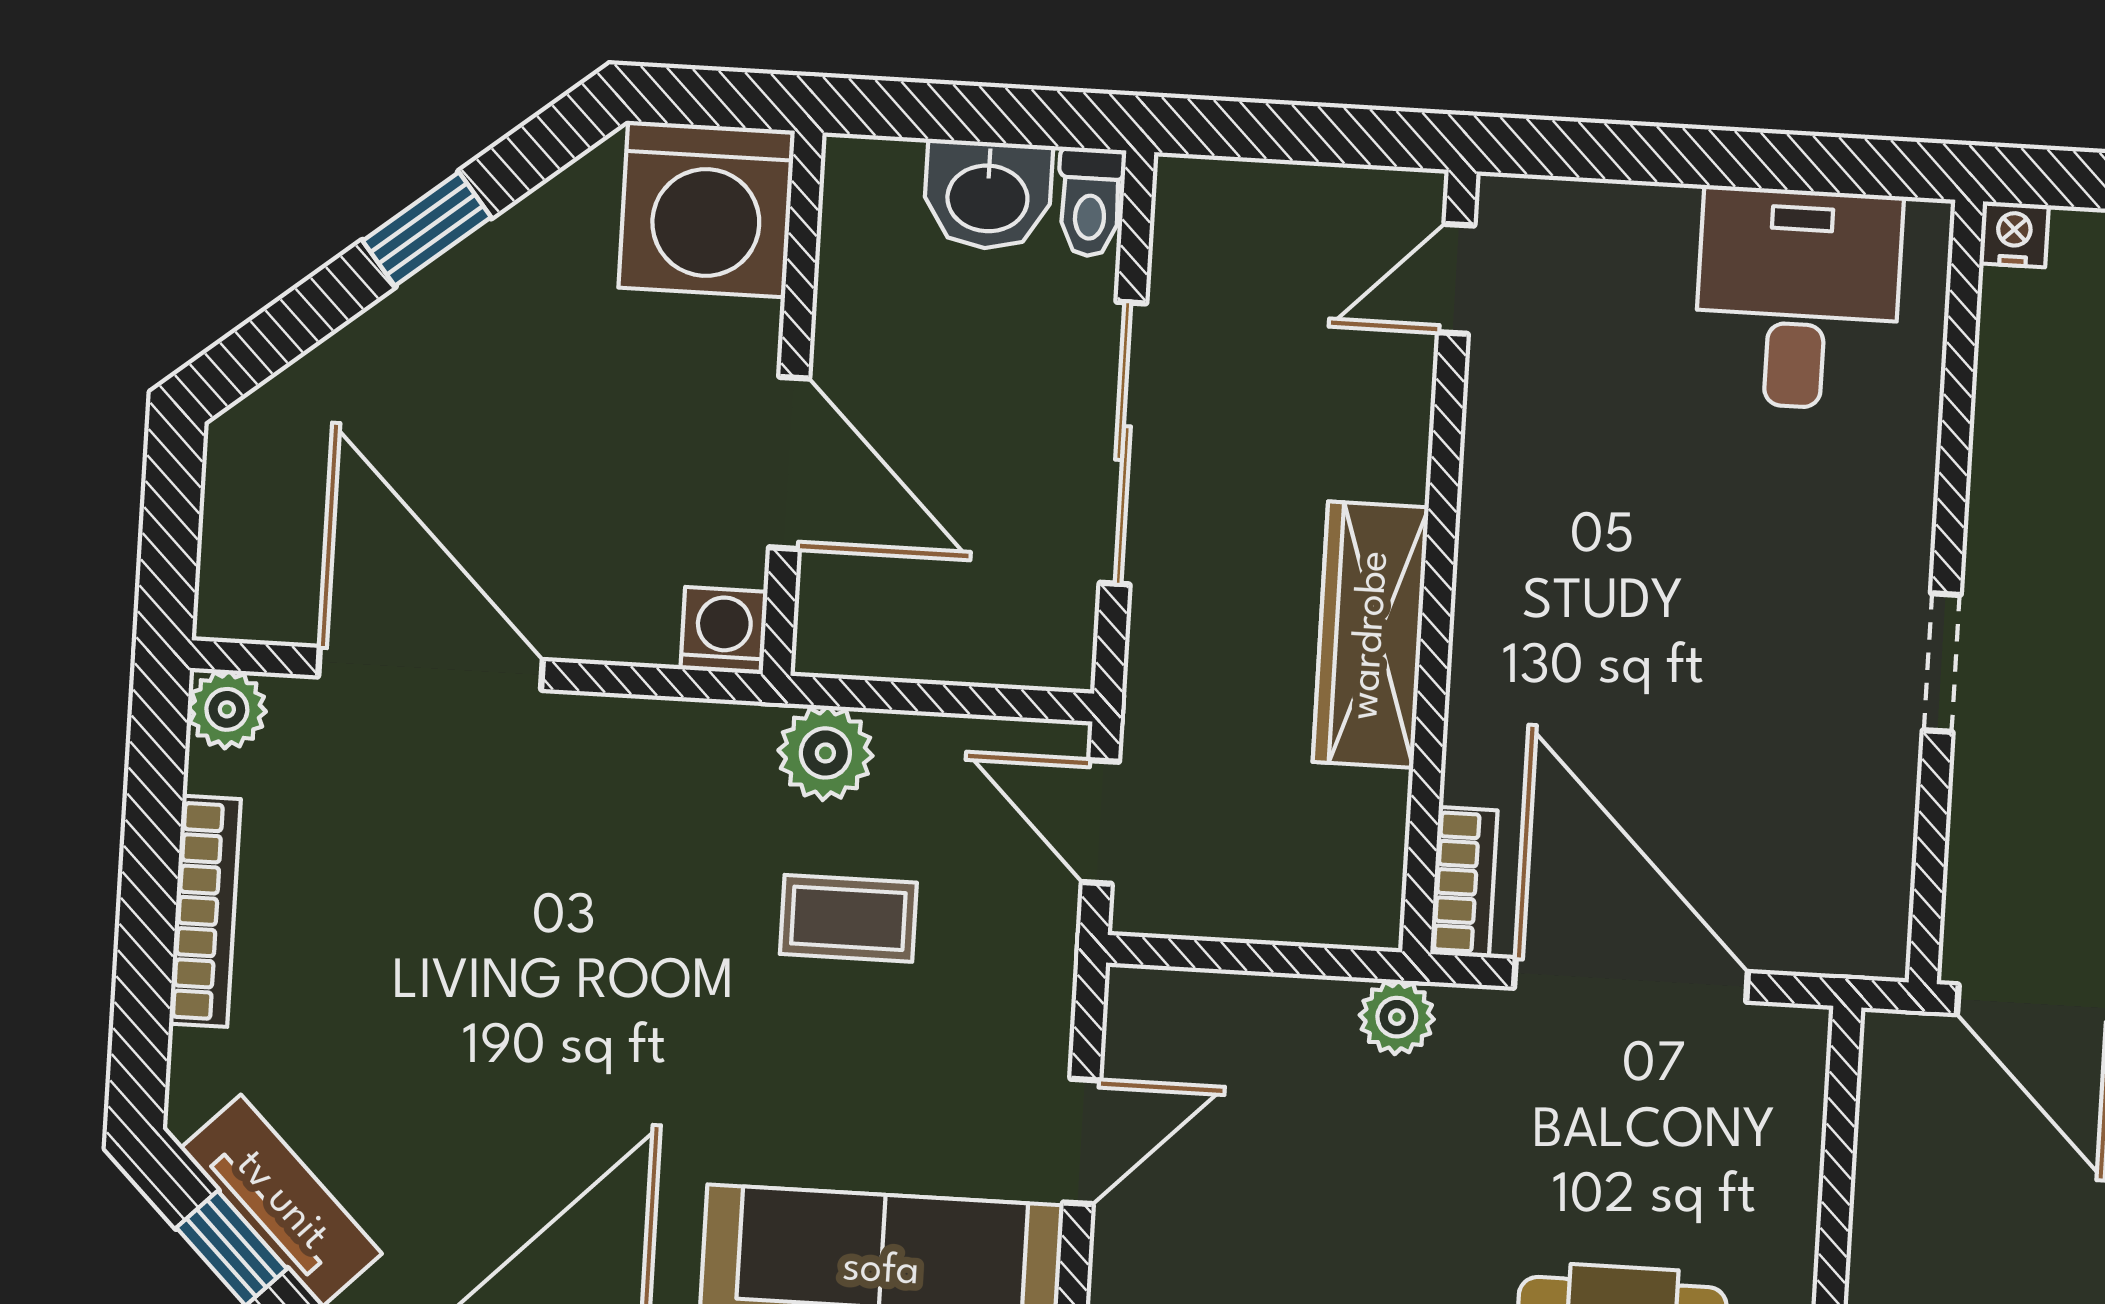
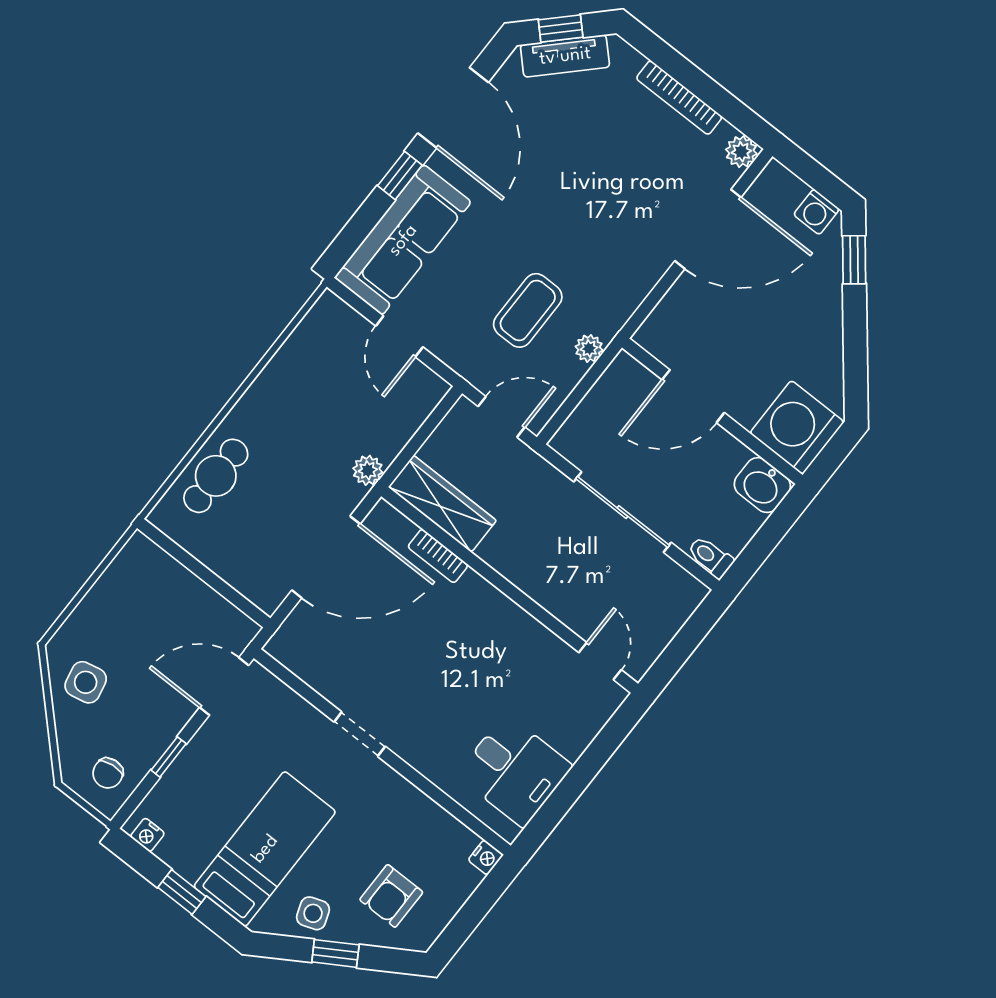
washbasin: (988, 195) -> (762, 485), moved, turned -90
window: (427, 229) -> (854, 260), moved
washing machine: (724, 630) -> (816, 212), moved, turned 90
wardrobe: (1371, 635) -> (442, 504), moved
plant: (825, 753) -> (589, 348), width x0.73, depth x0.73
bookcase: (1464, 882) -> (438, 556), moved
coffee table: (848, 918) -> (528, 310), width x1.36, depth x1.30

